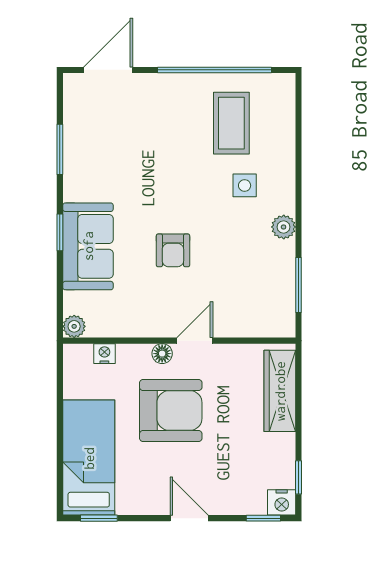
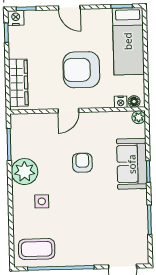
coffee table: (231, 123) -> (37, 249), moved, turned 90
plant: (284, 227) -> (25, 172), width x1.88, depth x1.88
floor lamp: (162, 354) -> (134, 101), moved

